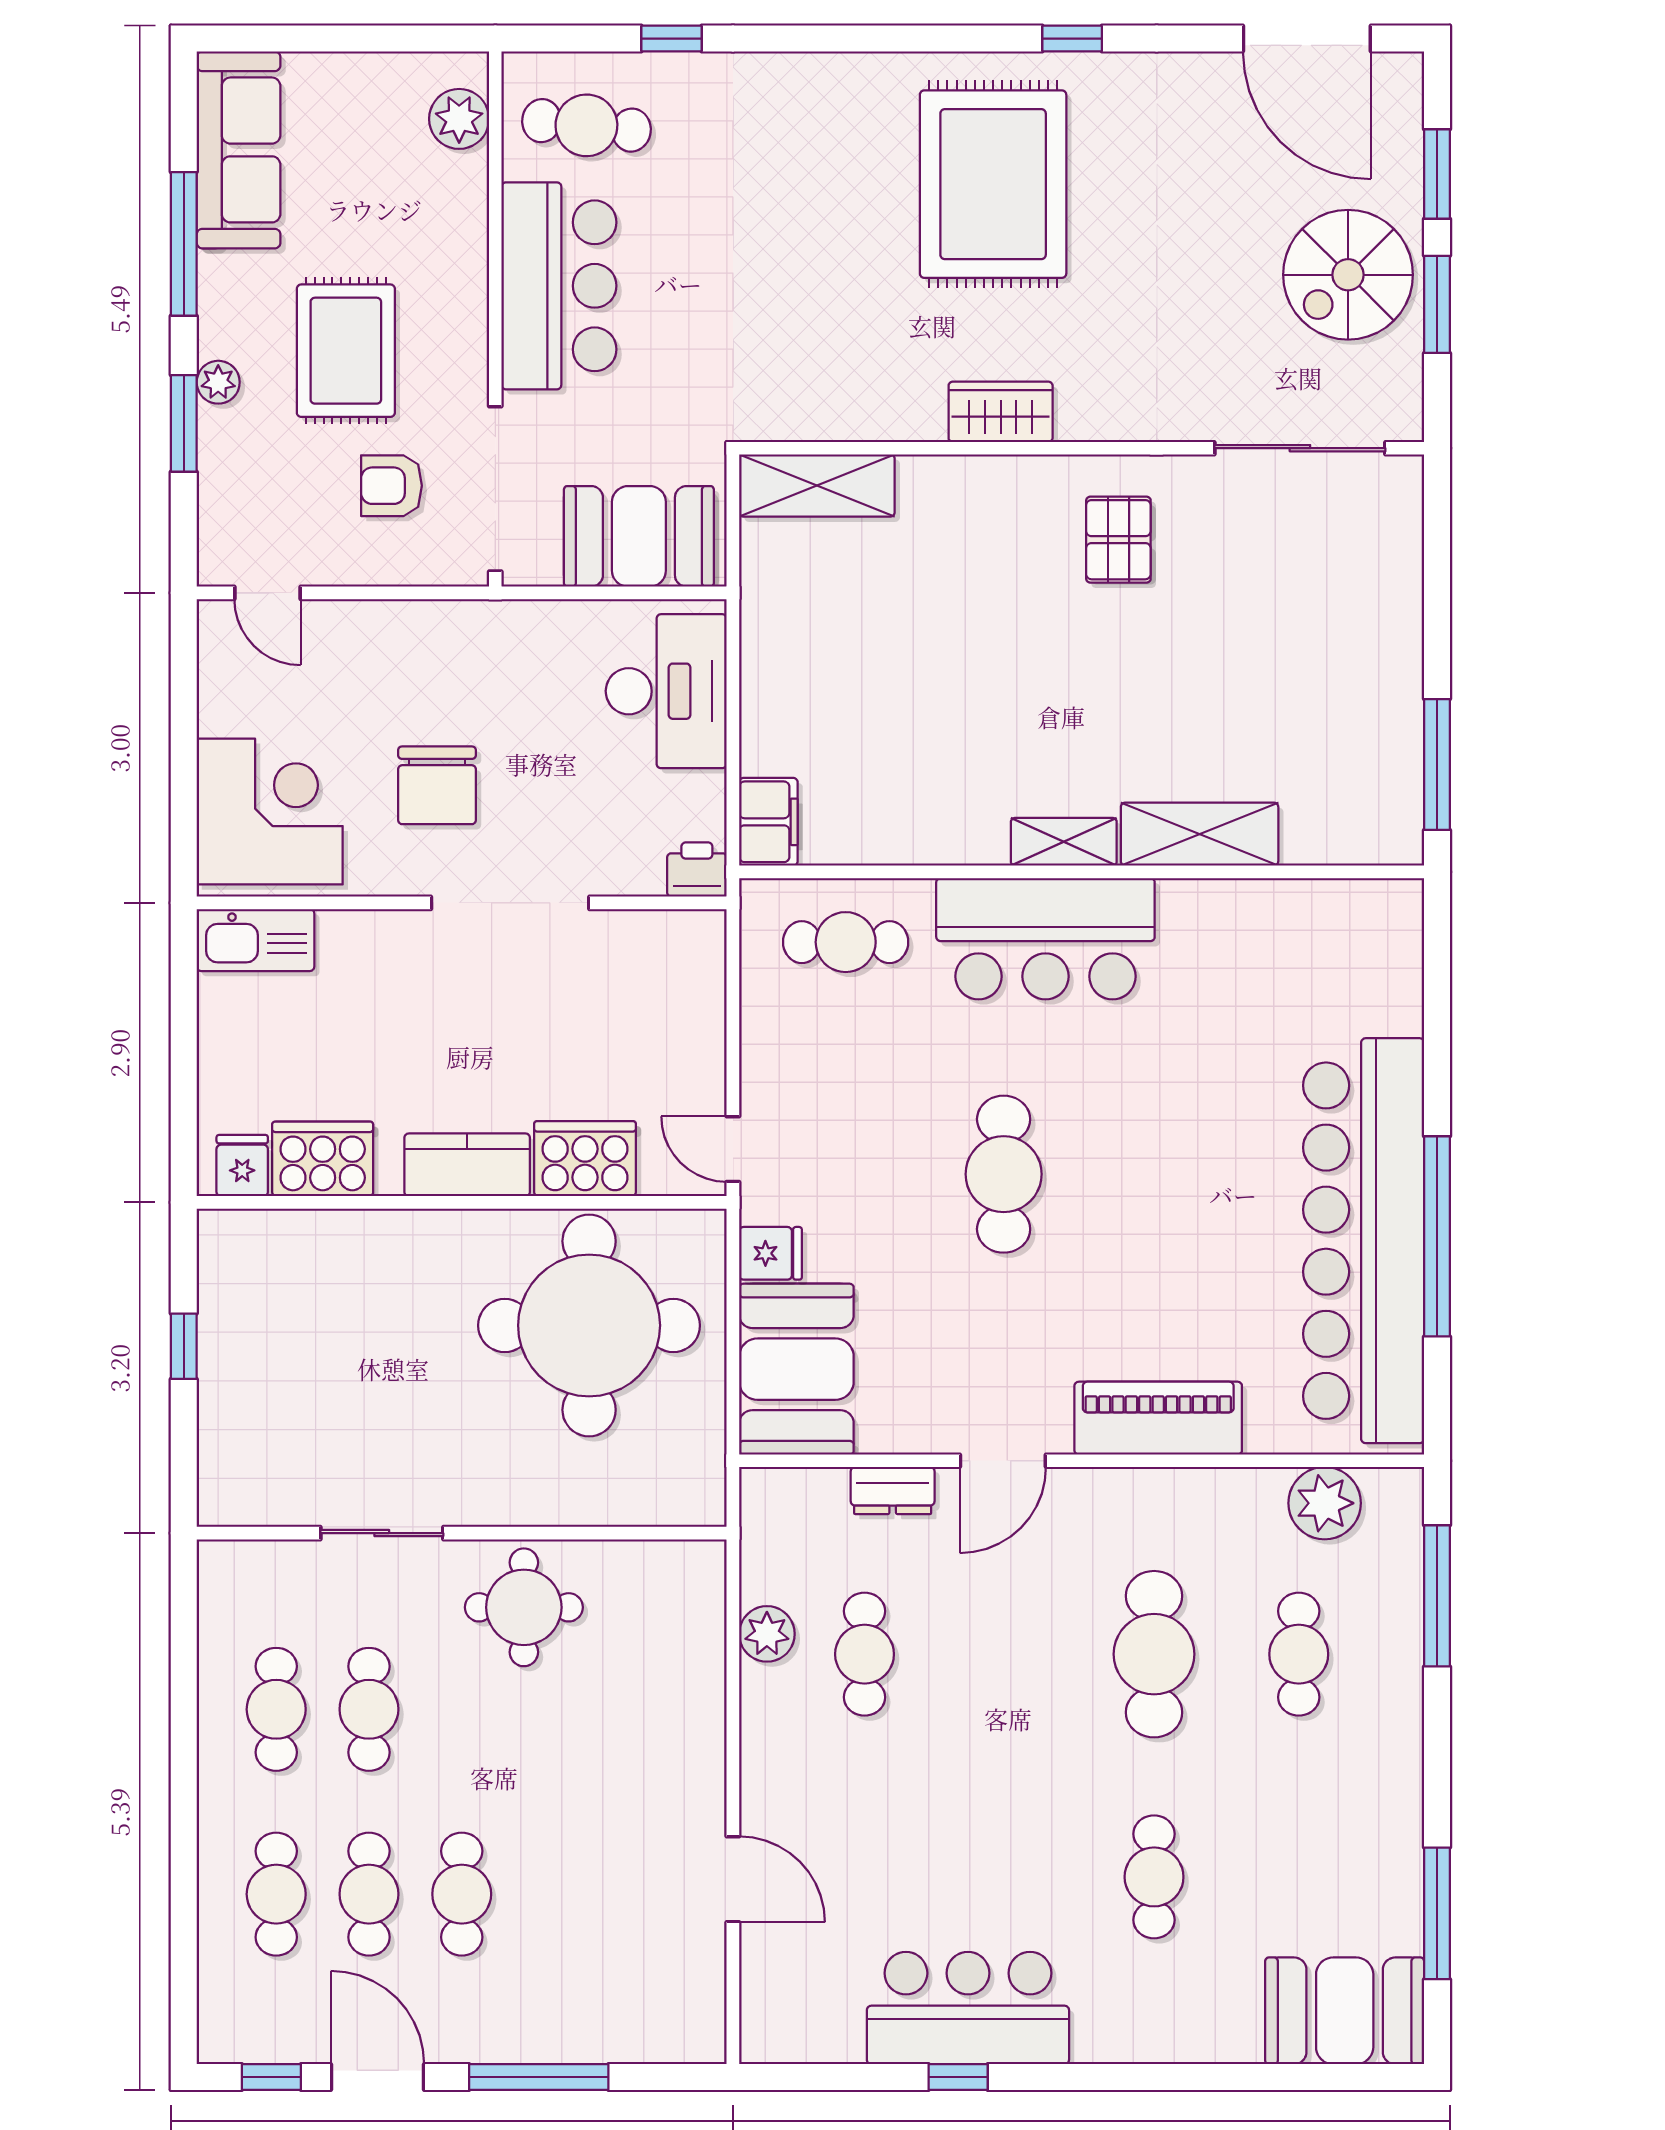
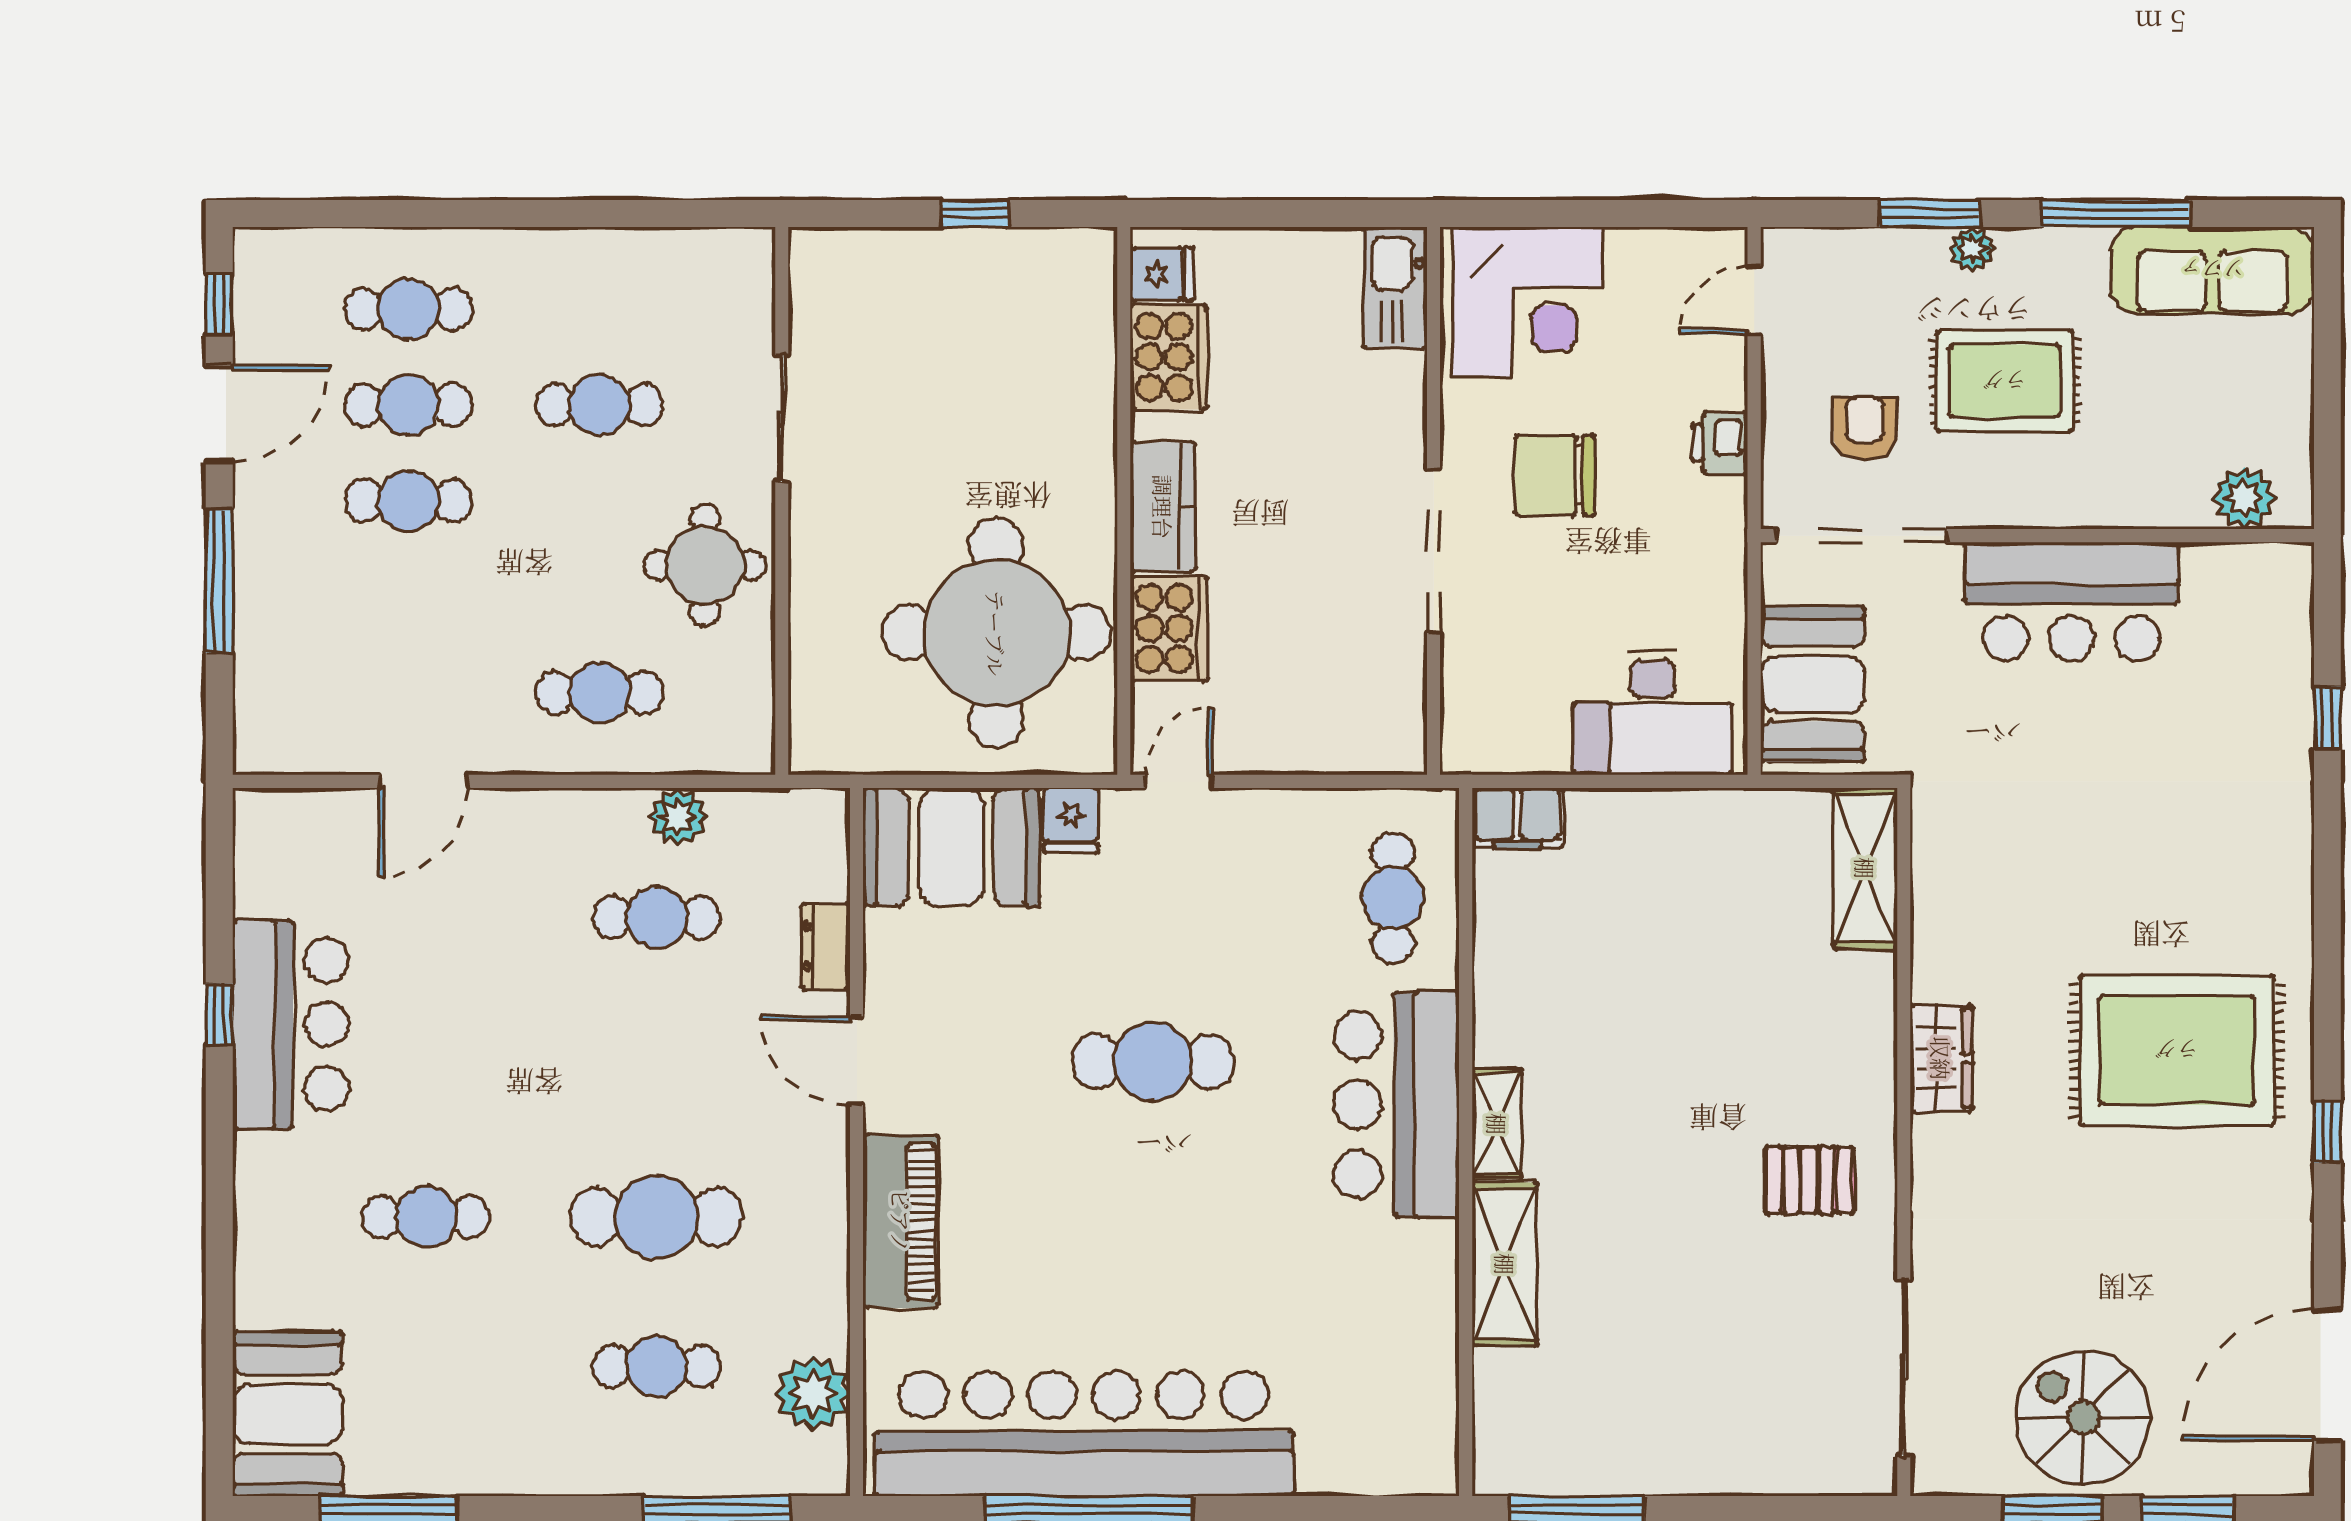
cafe table: (586, 125) -> (2238, 630), removed
printer: (697, 870) -> (1720, 443), moved, turned 180
cafe table: (276, 1709) -> (599, 693), moved

